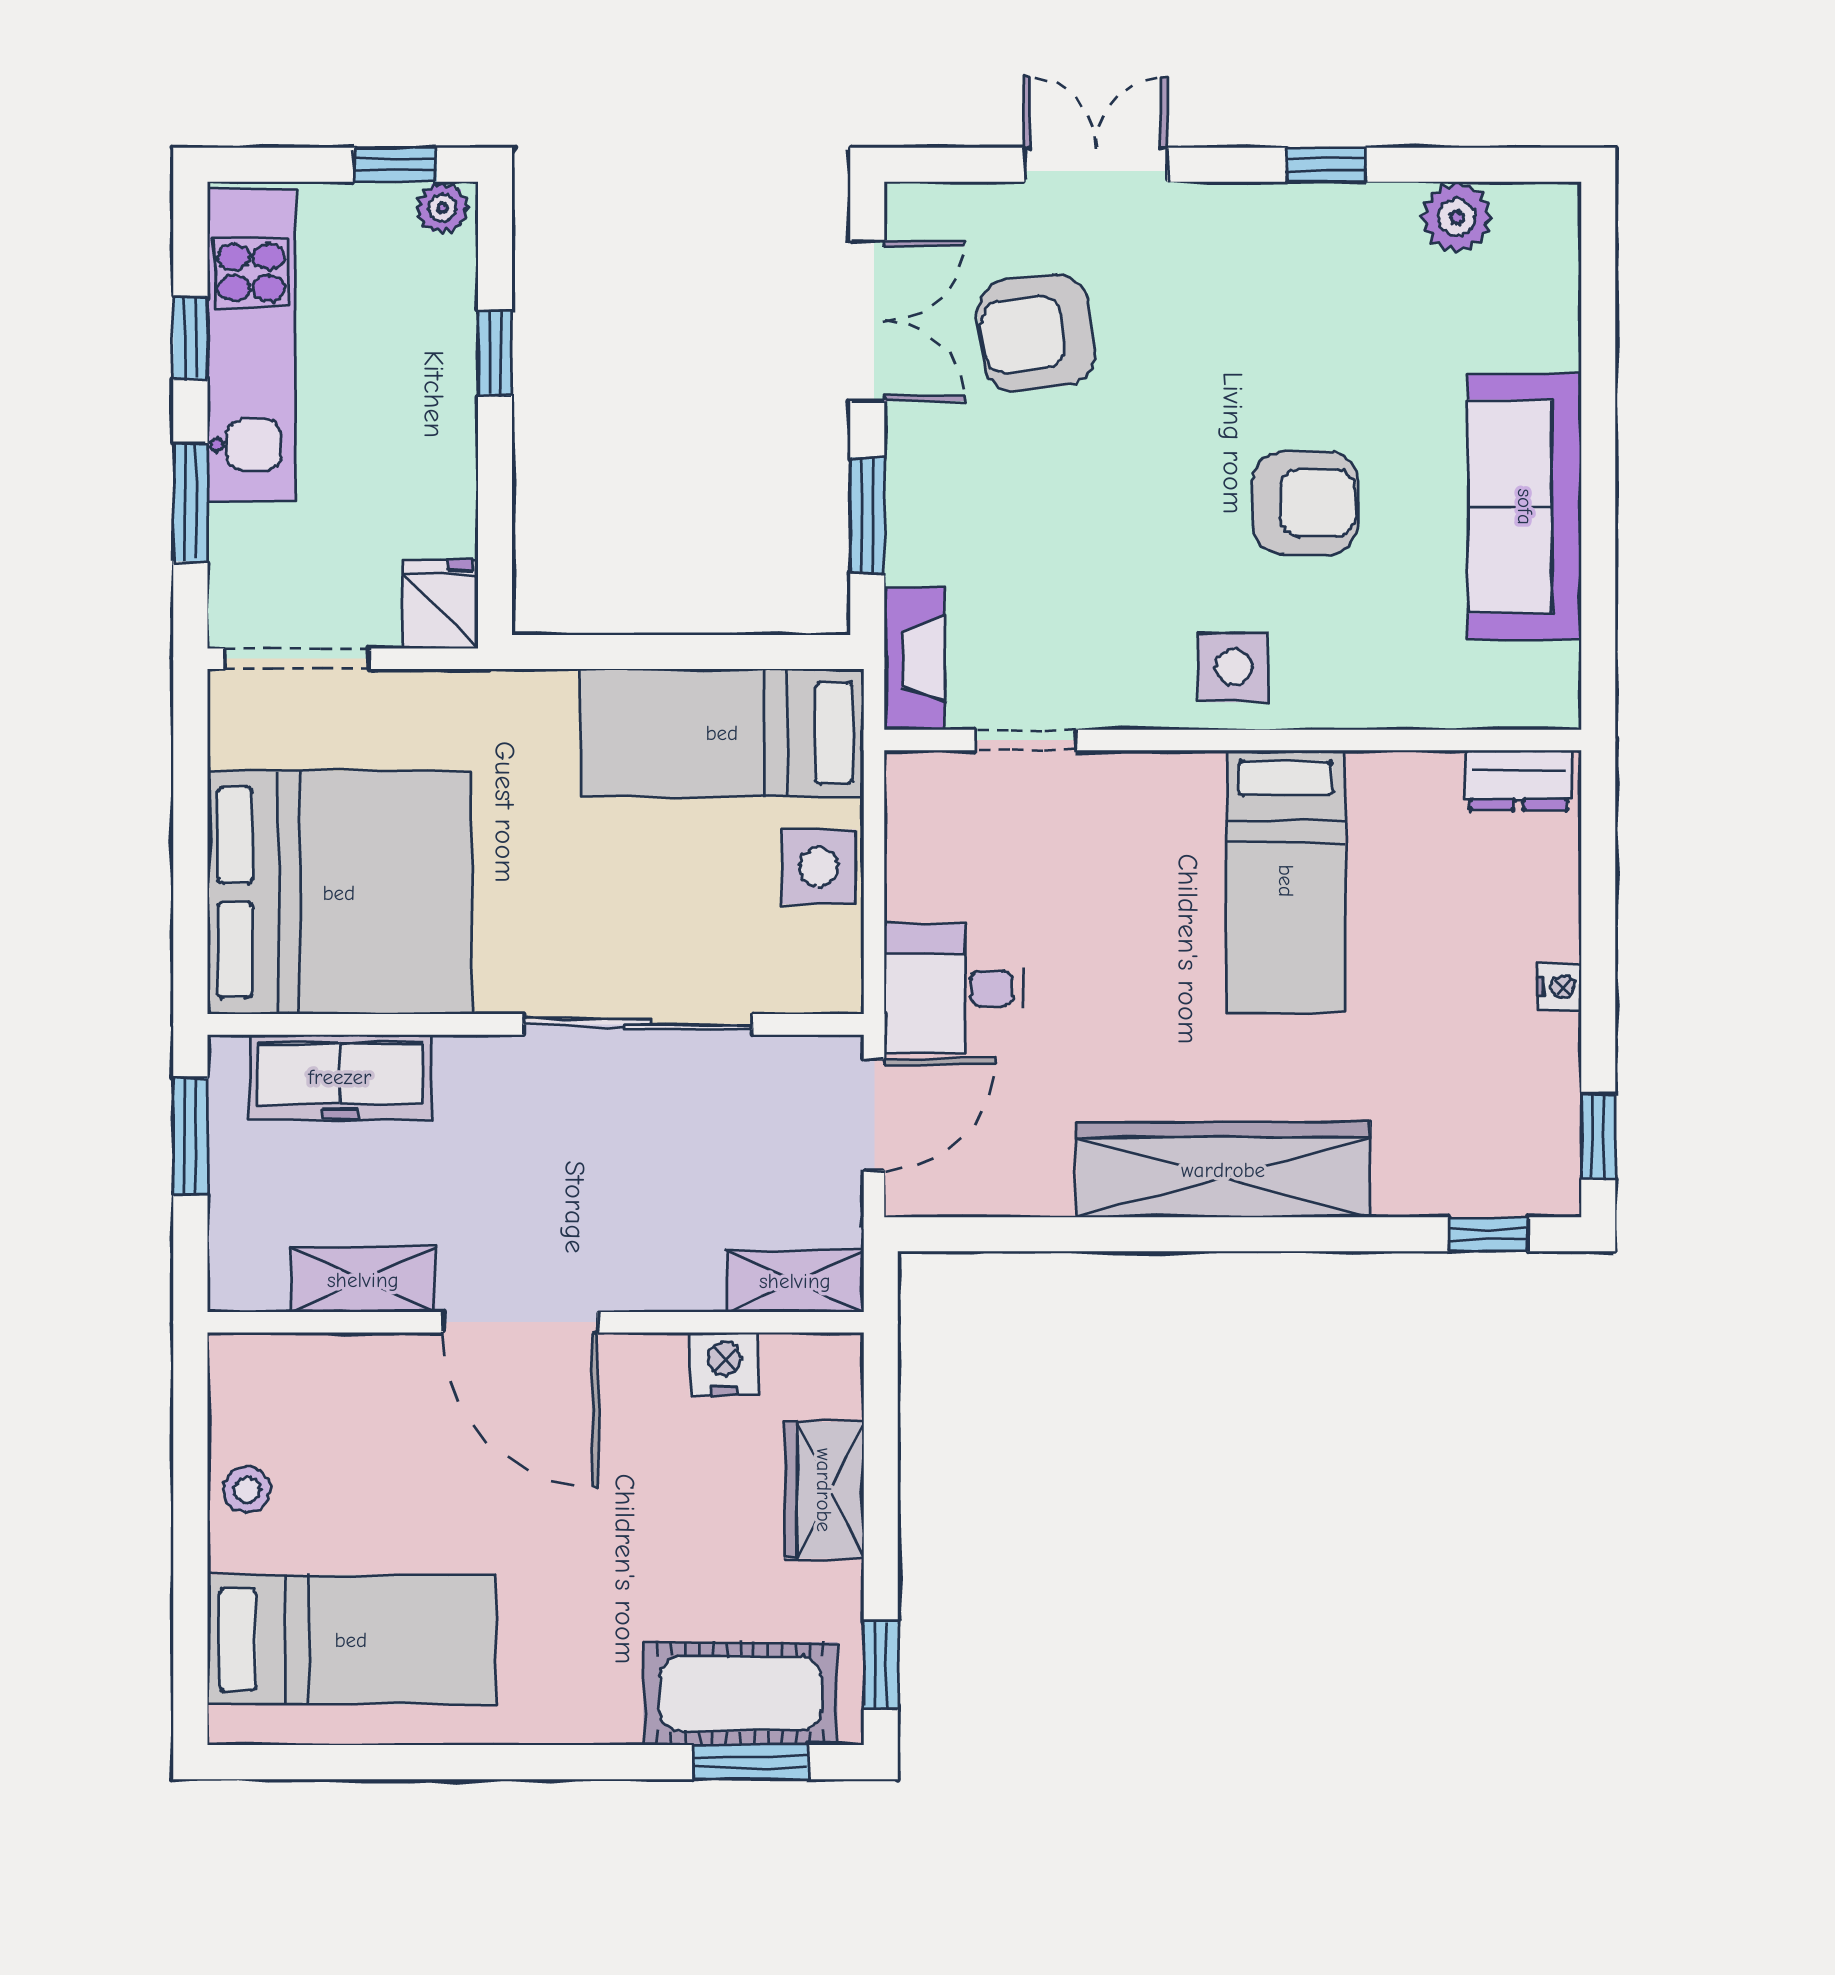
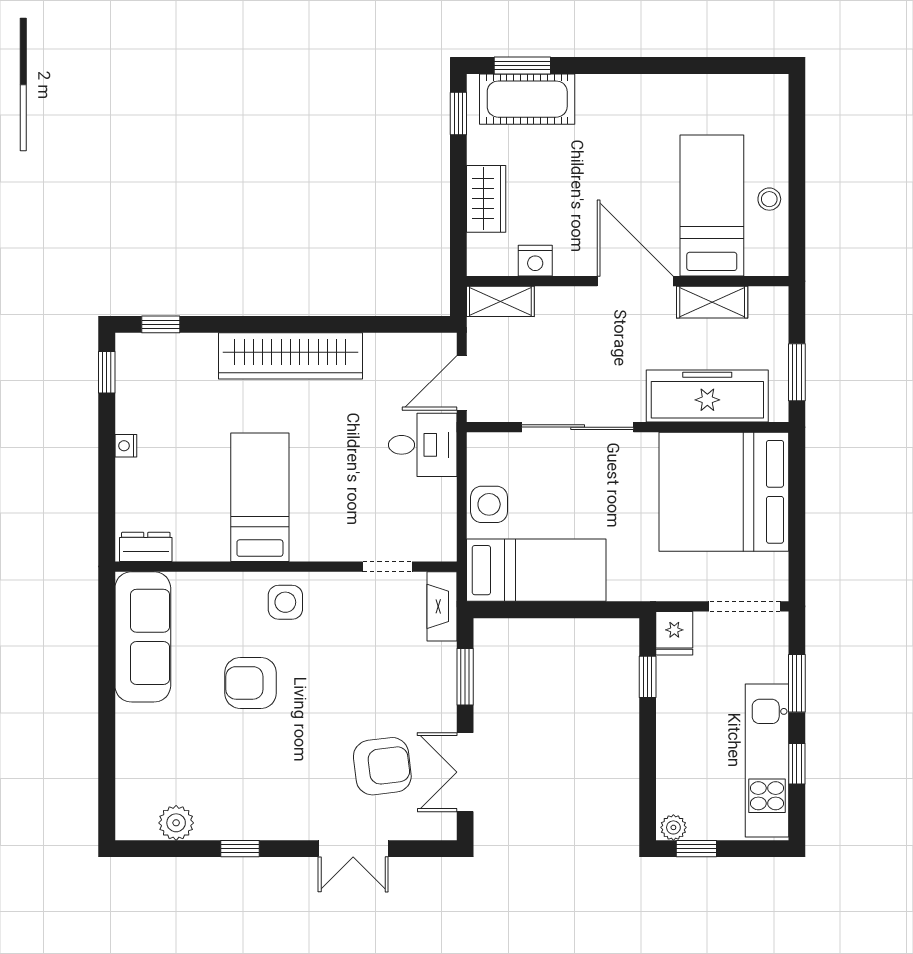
window: (495, 353) -> (648, 677), moved
sofa: (1525, 507) -> (143, 637), moved
freezer: (340, 1077) -> (707, 396), width x1.36, depth x1.26
bed: (351, 1640) -> (712, 206), moved, turned 90

